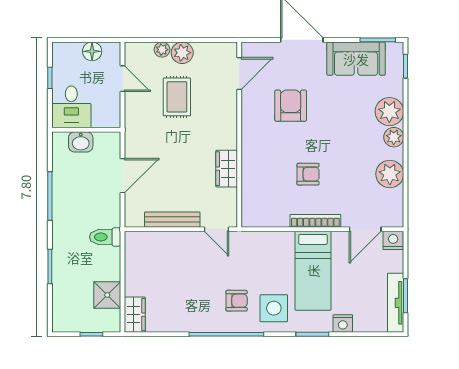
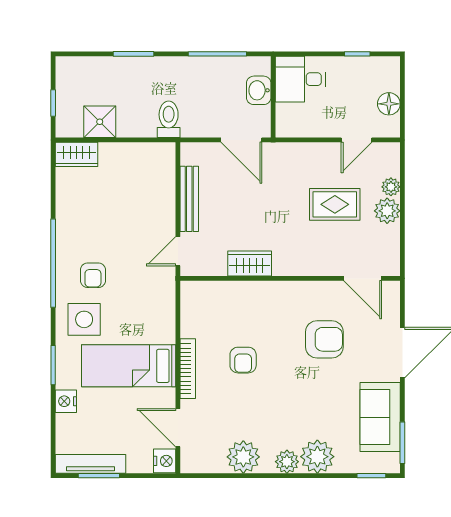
desk: (71, 107) -> (300, 79), moved
wall: (86, 130) -> (273, 97), moved
washbasin: (81, 142) -> (259, 90), moved

